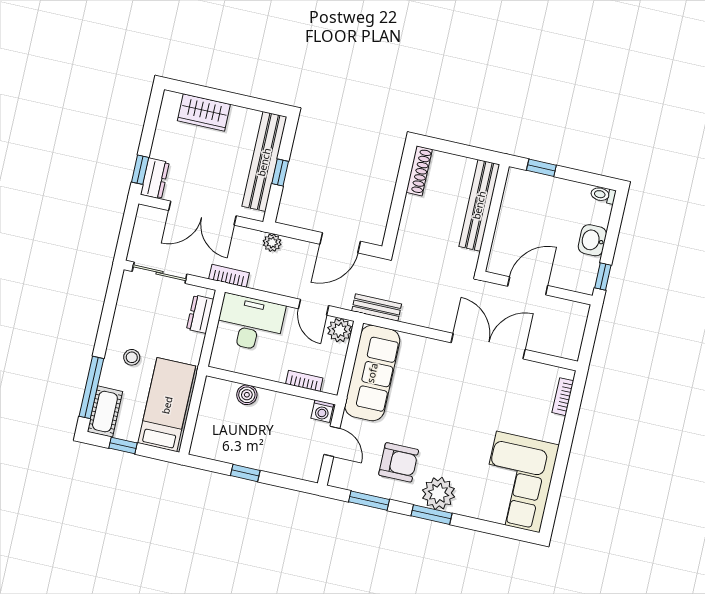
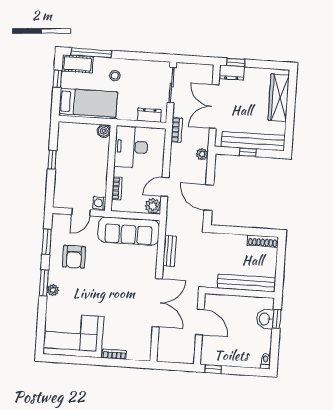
wardrobe: (204, 112) -> (279, 98), width x1.50
washbasin: (592, 240) -> (265, 319), moved, turned -90
bench: (377, 307) -> (169, 251), moved
desk: (250, 323) -> (131, 147), moved, turned 180
boiler: (247, 395) -> (104, 131), moved
bookcase: (563, 397) -> (114, 354), moved
plant: (438, 493) -> (53, 290), width x0.53, depth x0.53

